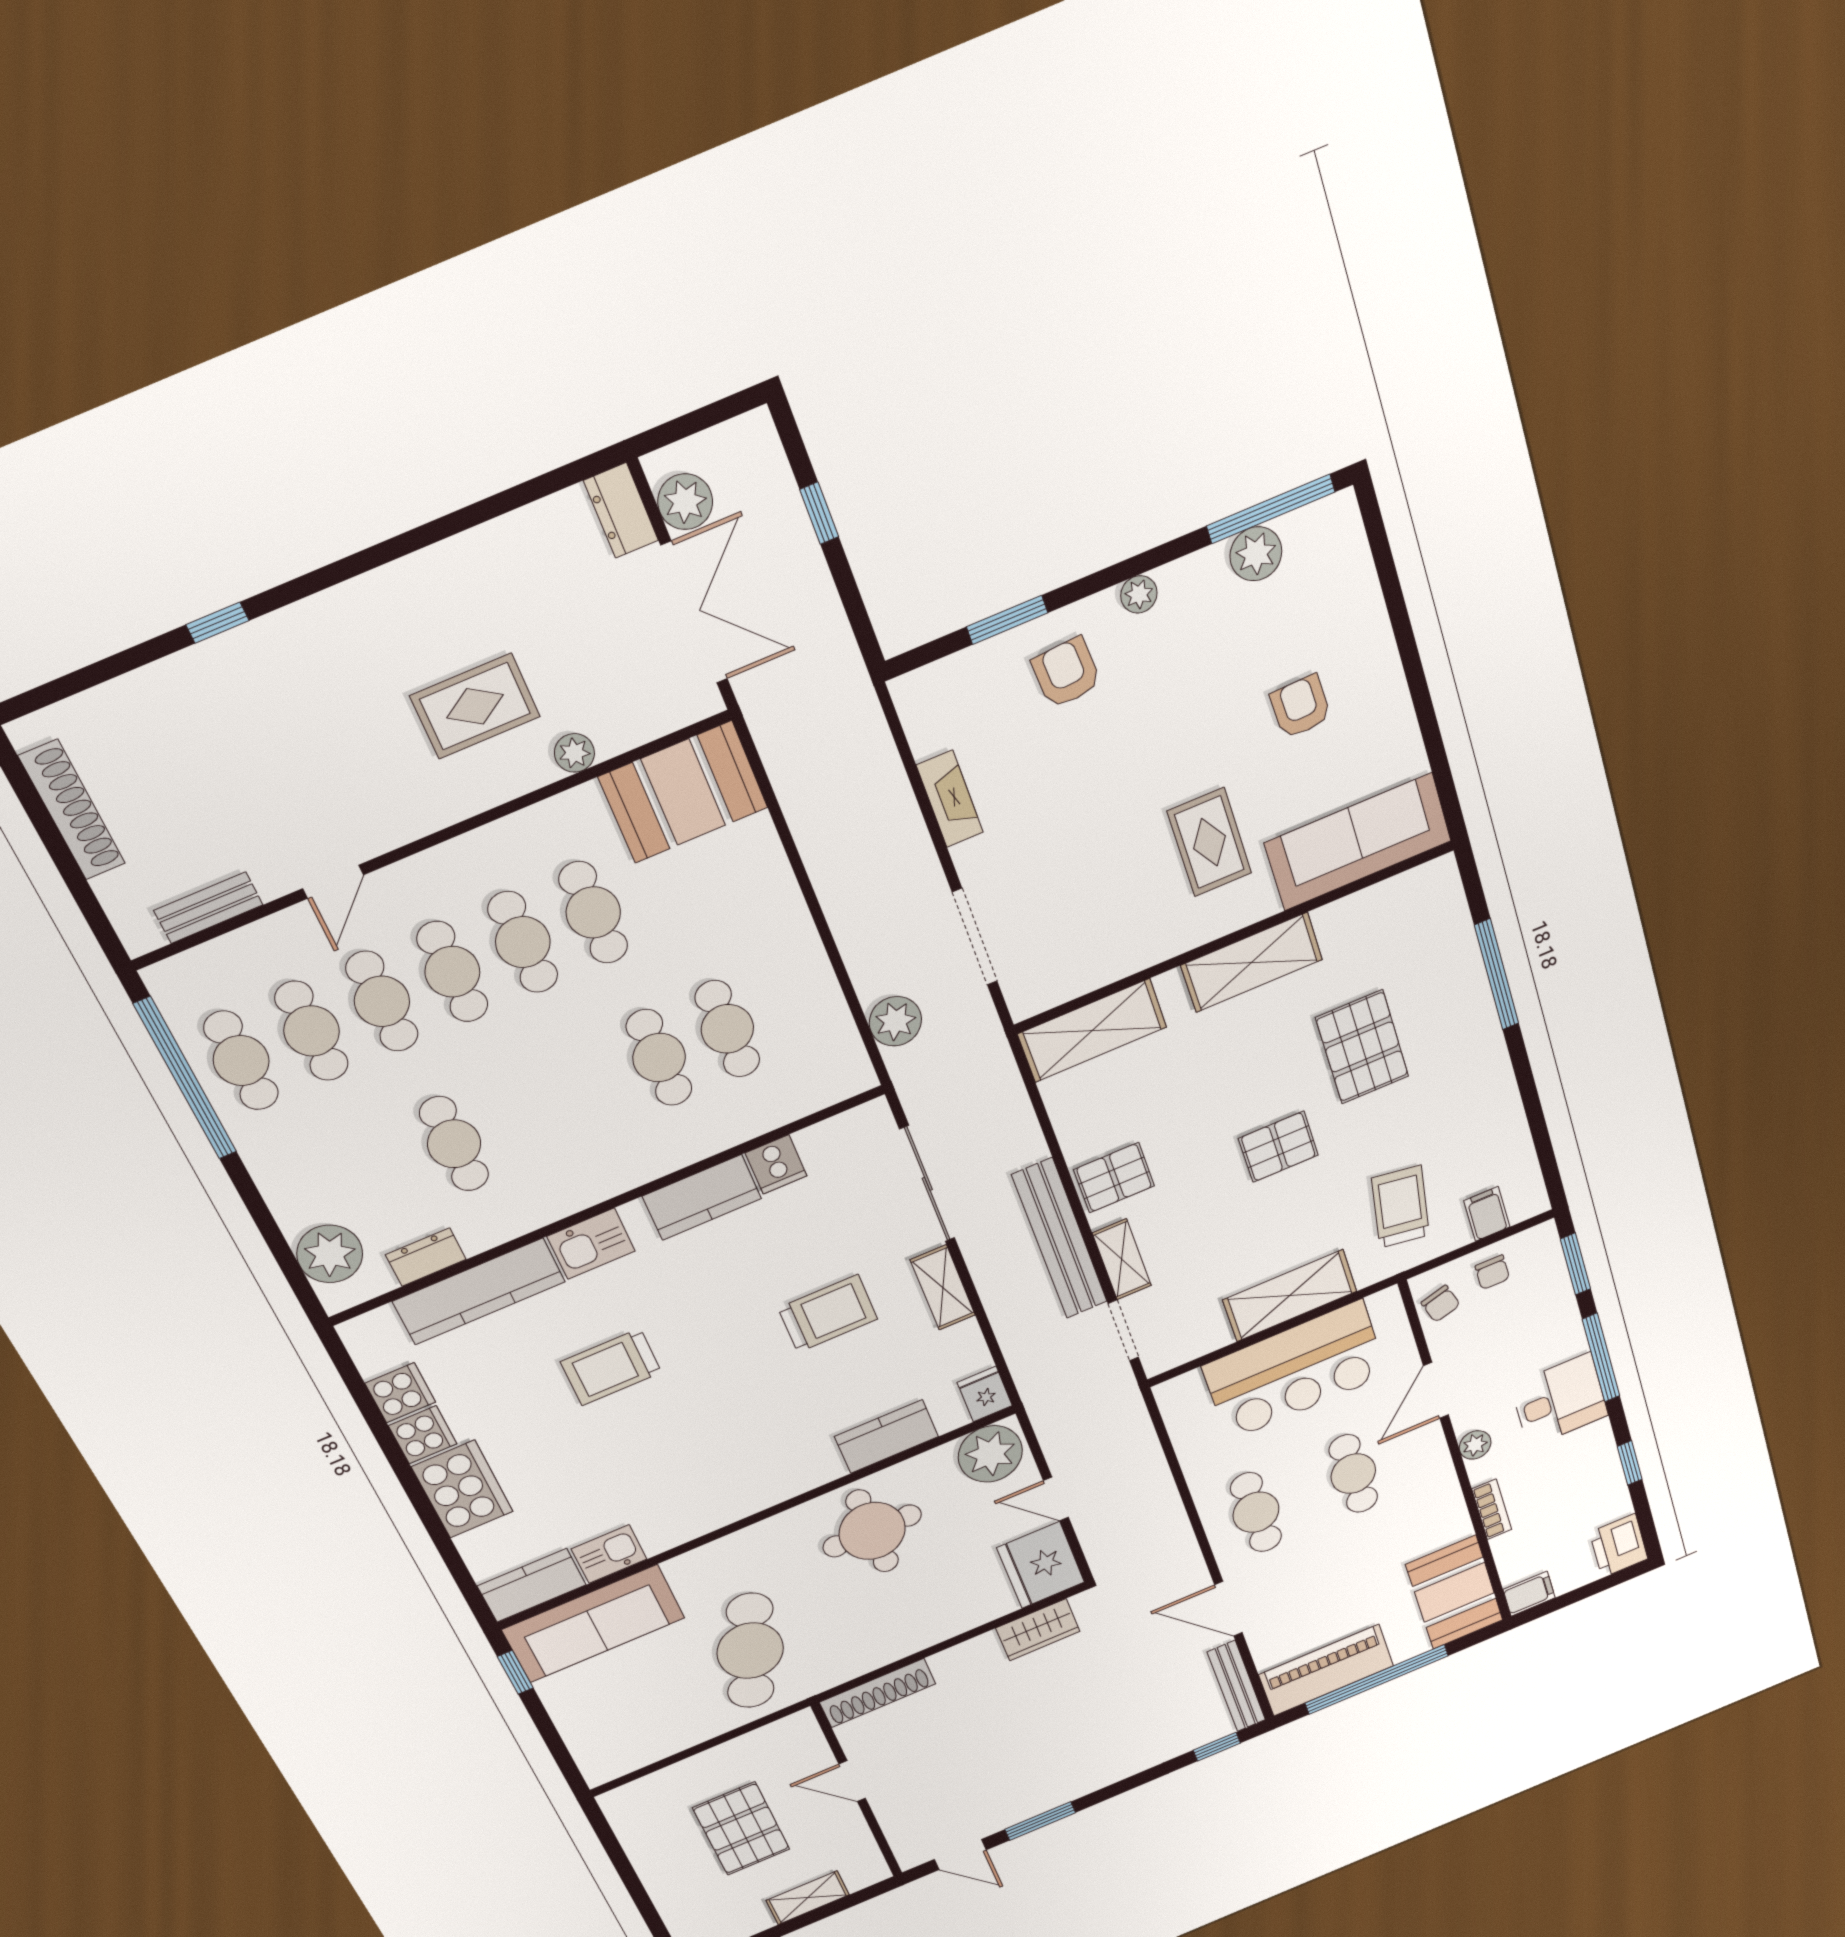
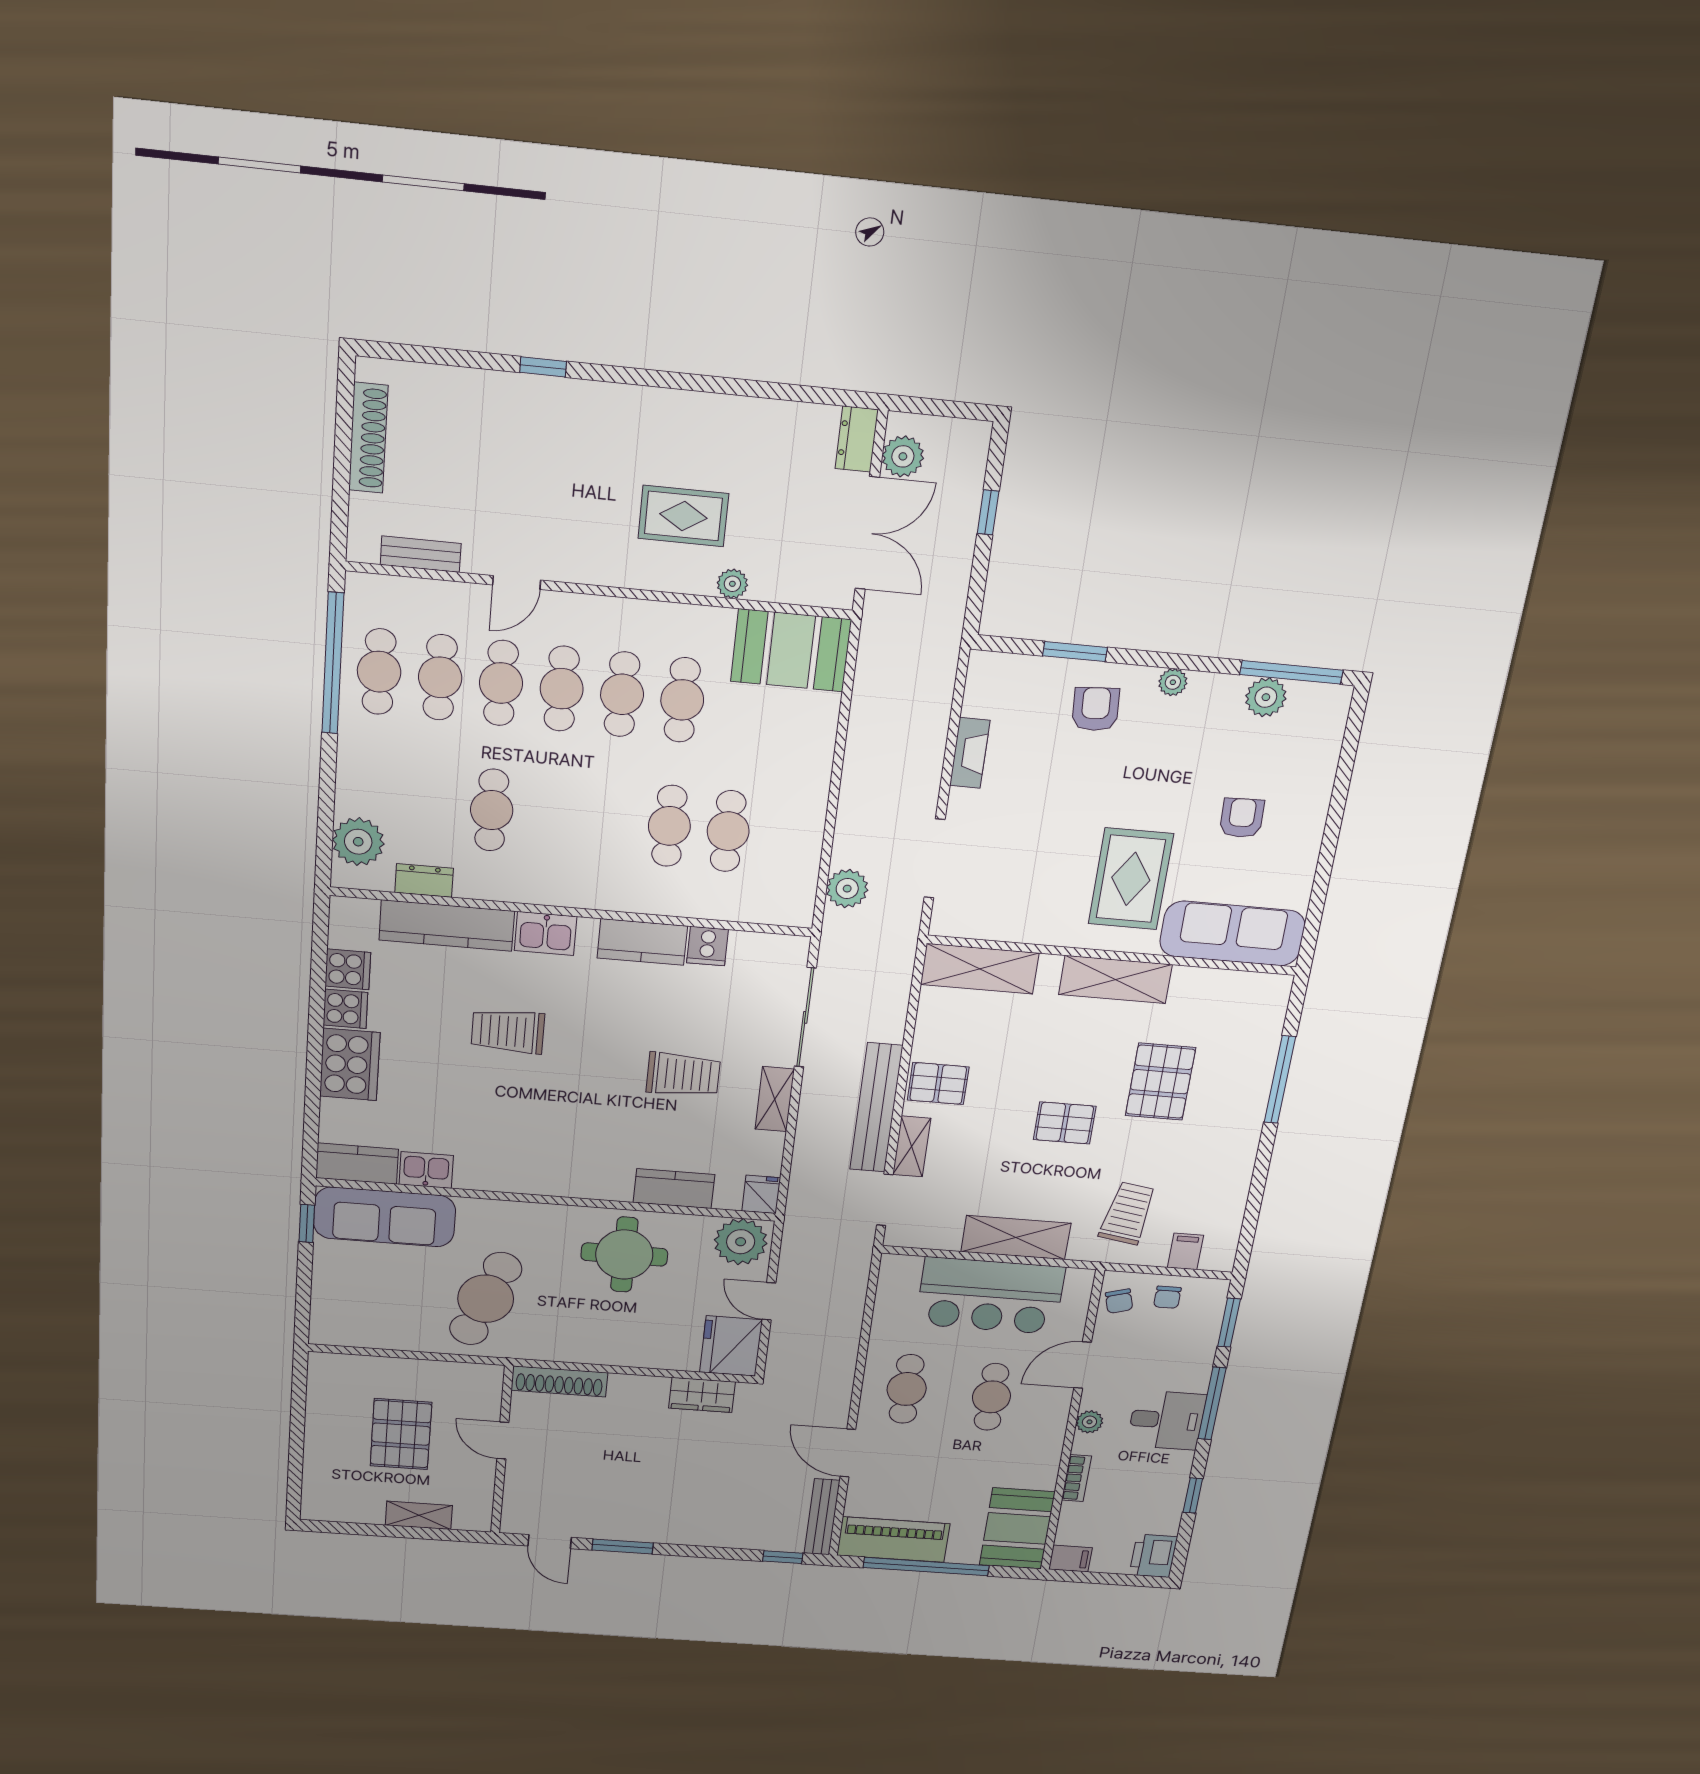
rug: (1209, 842) -> (1131, 879), width x1.36, depth x1.43

